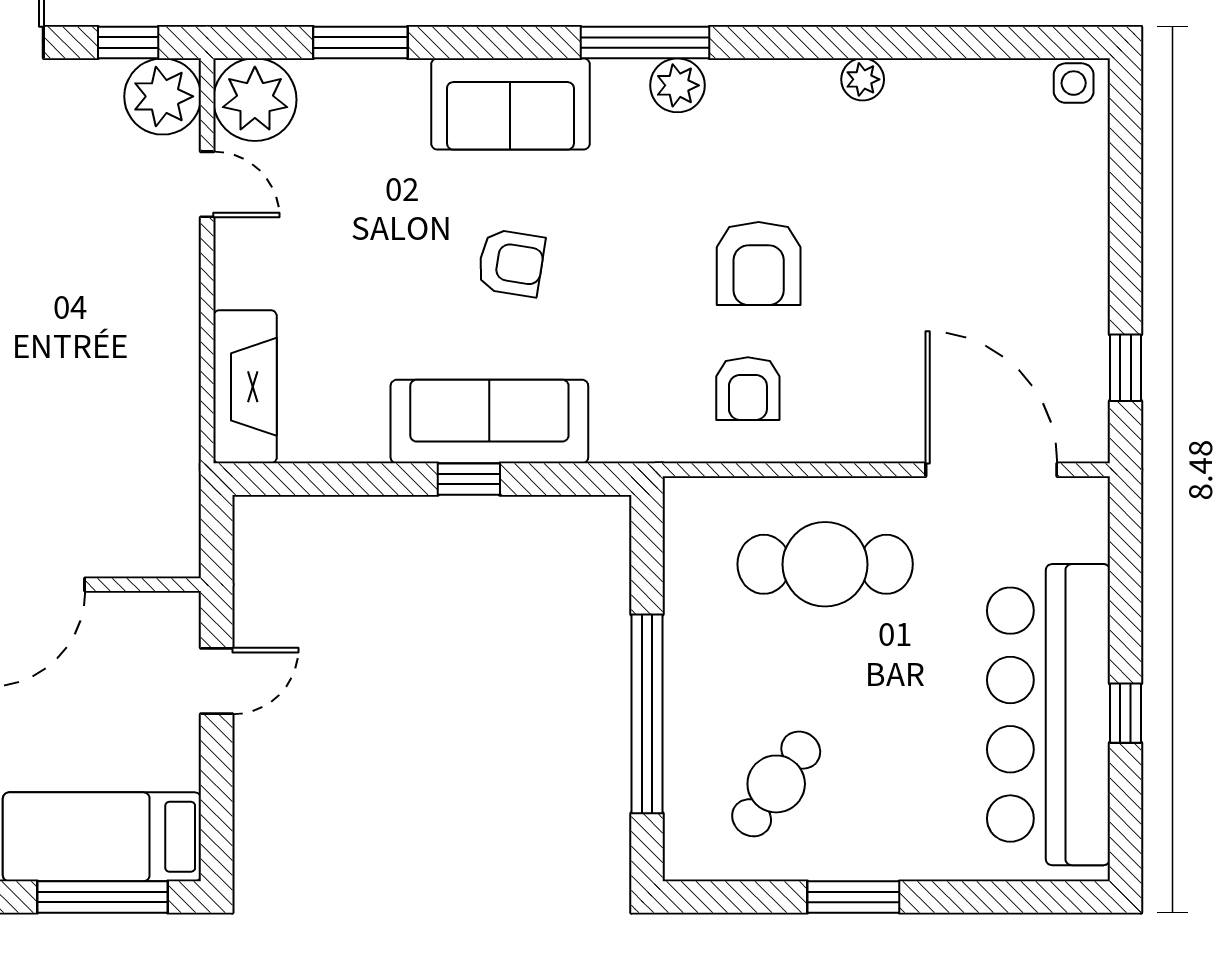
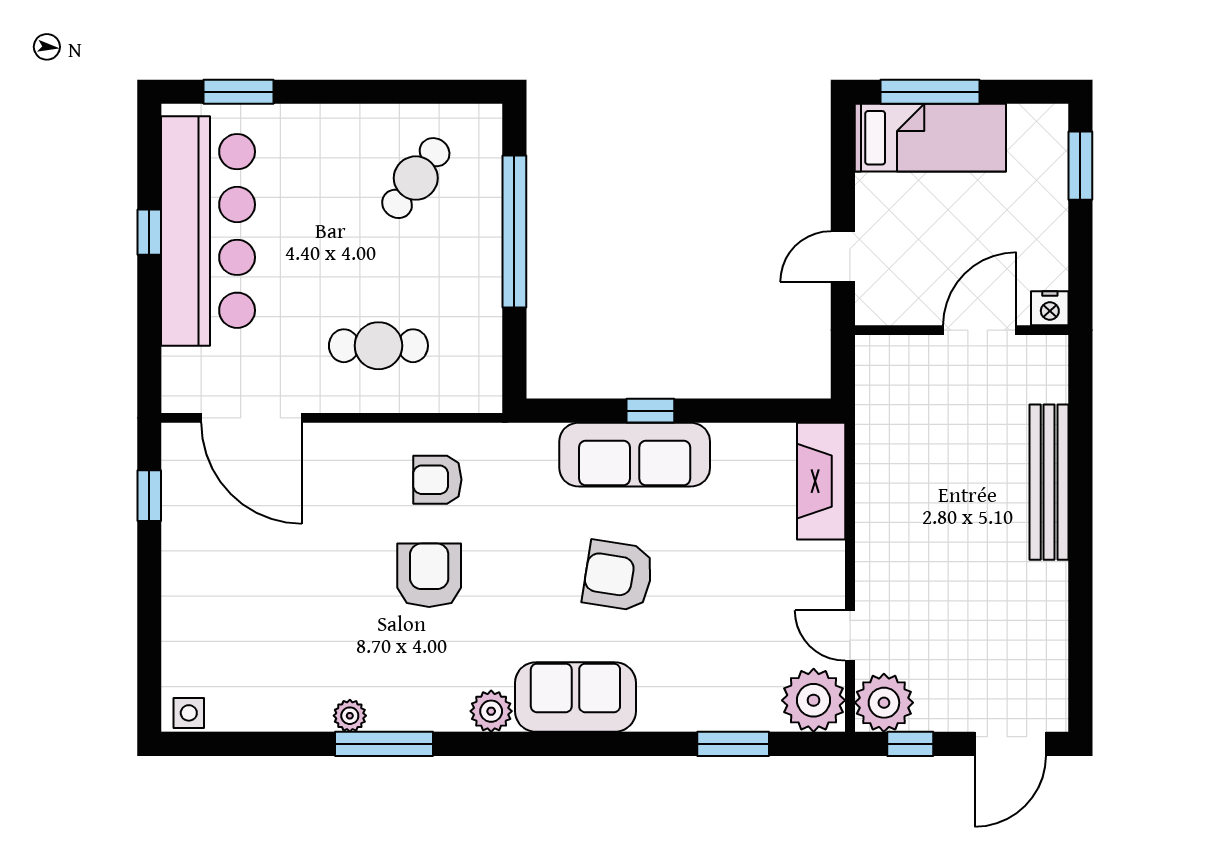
window: (645, 43) -> (384, 744), moved
sofa: (510, 104) -> (575, 697), moved
armchair: (511, 263) -> (618, 576), width x1.38, depth x1.38
armchair: (748, 389) -> (437, 480), turned -90
cafe table: (825, 564) -> (378, 346), width x0.73, depth x0.74
window: (853, 897) -> (239, 92), moved

